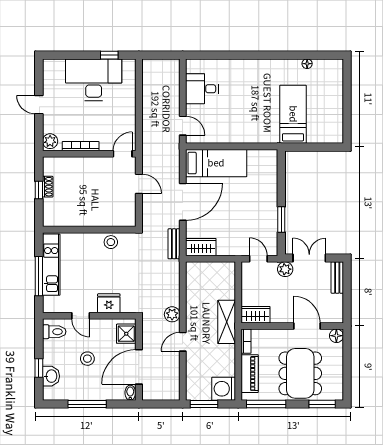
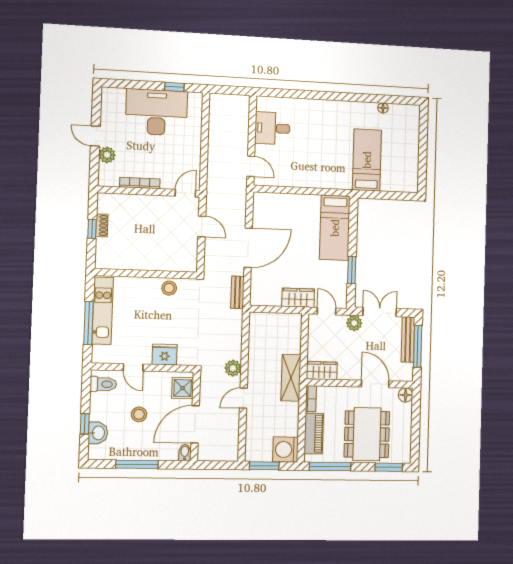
plant: (50, 141) -> (107, 155), moved
bed: (216, 163) -> (335, 228), moved, turned 90
wardrobe: (201, 247) -> (298, 298), moved
bench: (337, 278) -> (408, 340), width x1.36
window: (347, 290) -> (418, 346), added

